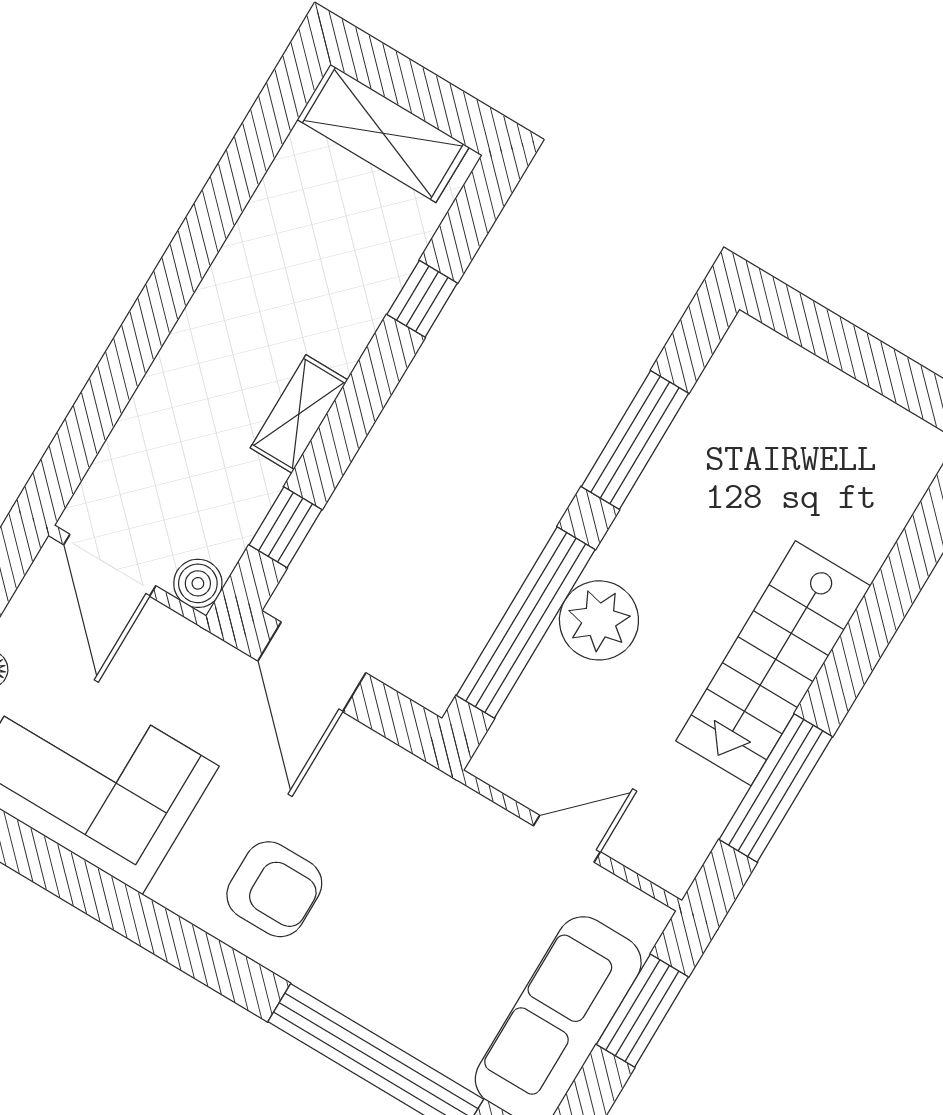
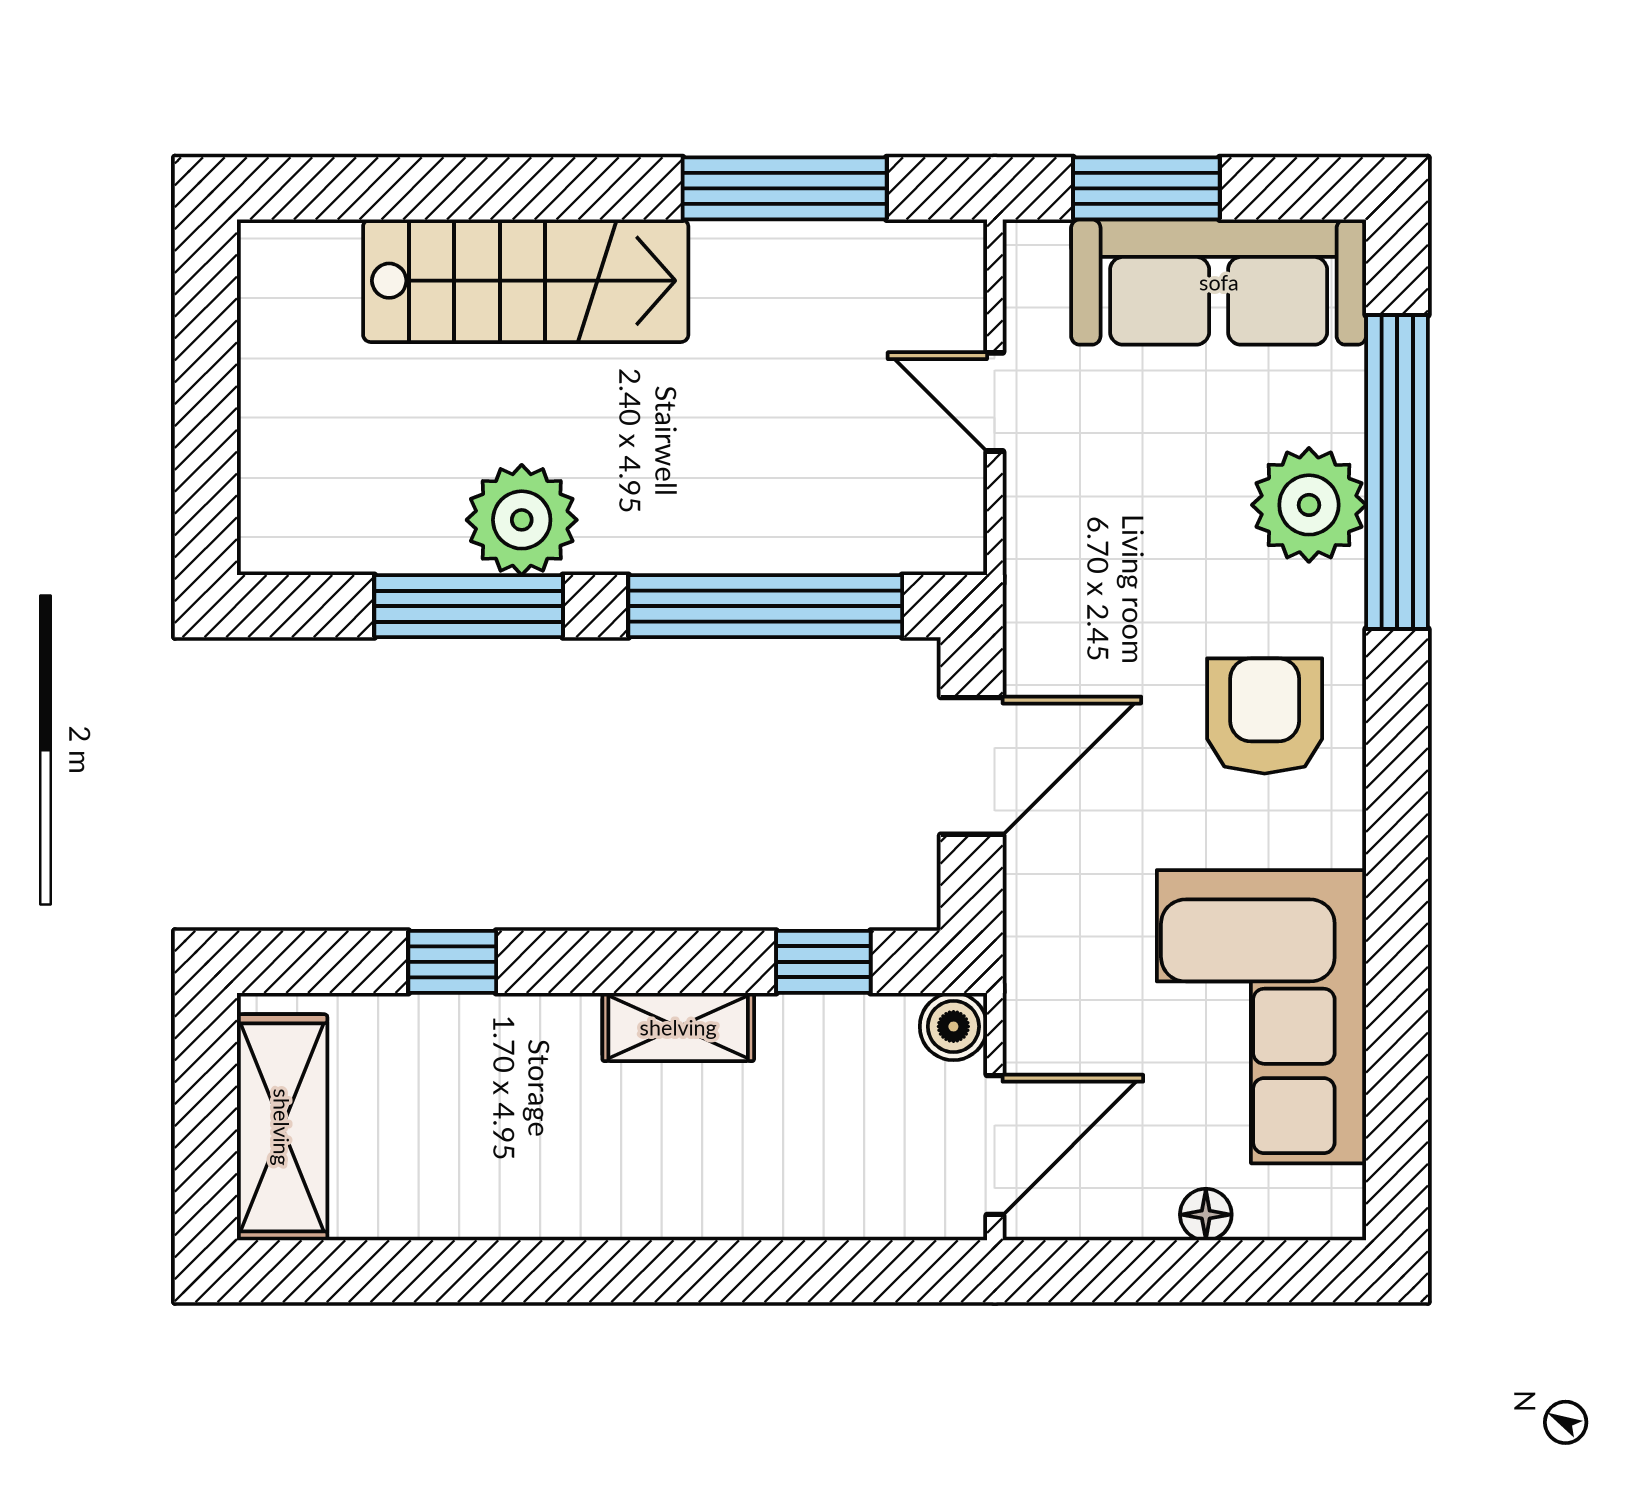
plant: (599, 620) -> (522, 520), moved
stairs: (773, 663) -> (526, 281), moved
door: (312, 667) -> (972, 766), moved
plant: (388, 994) -> (1309, 505), added

